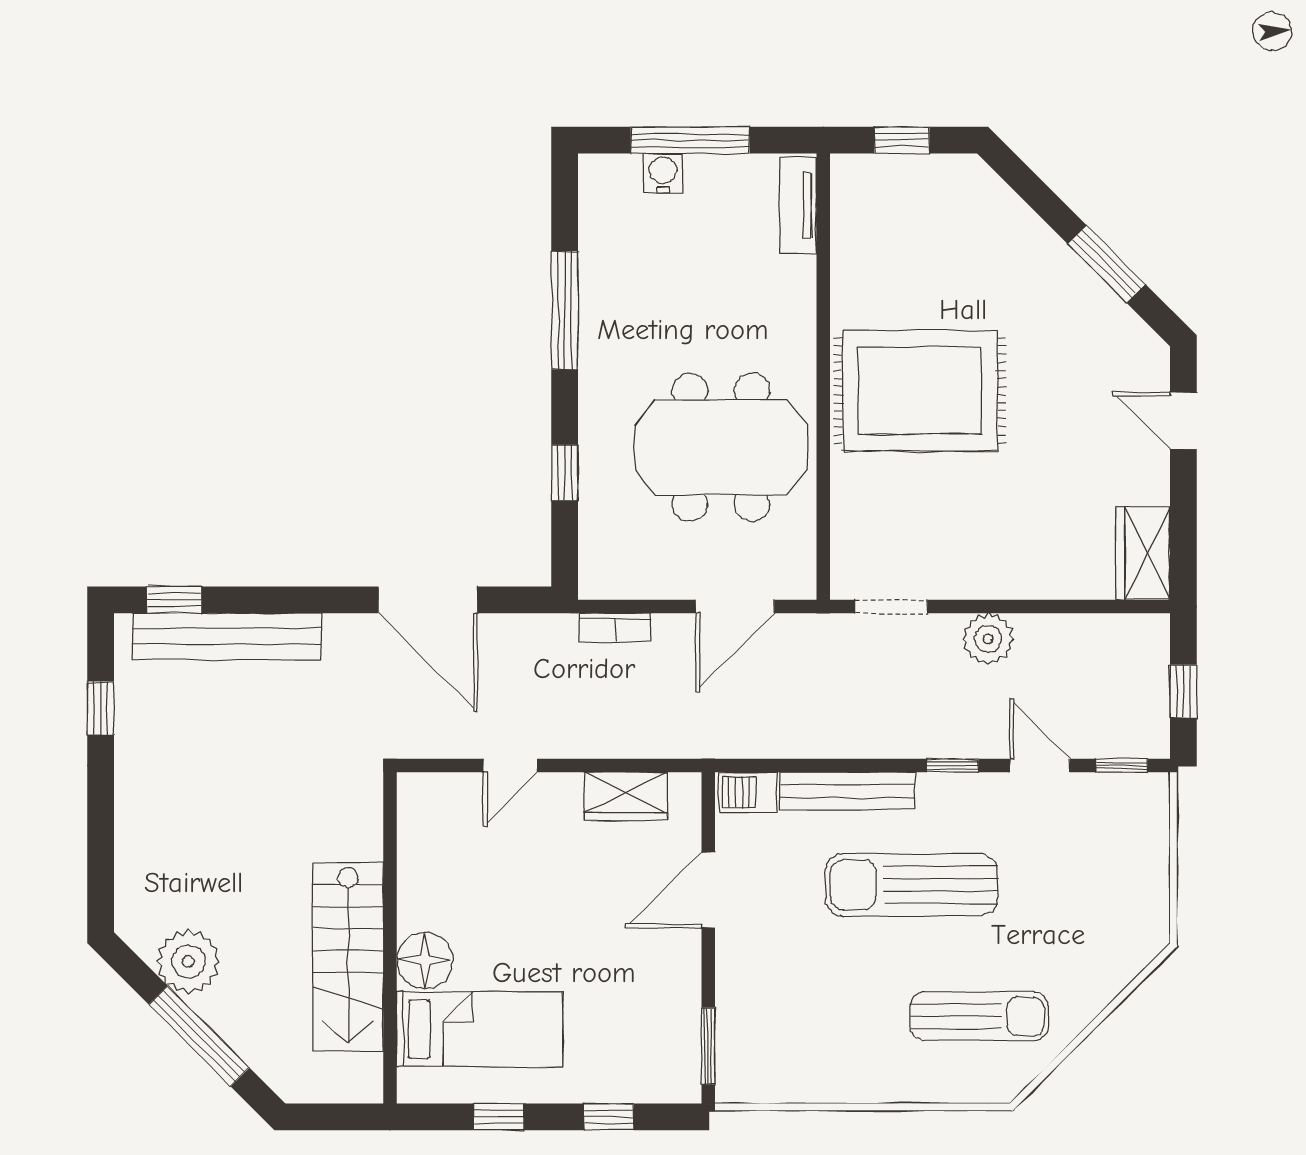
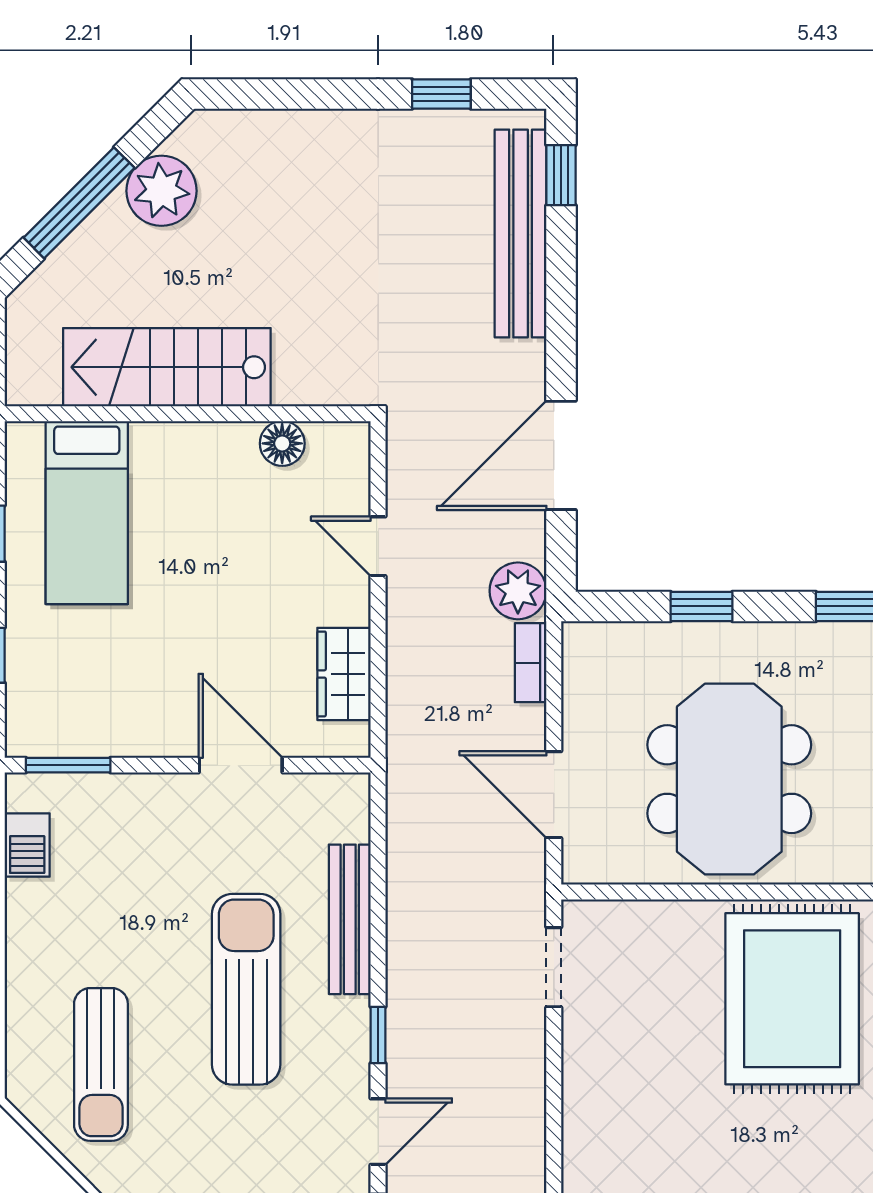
plant: (988, 639) -> (518, 591), moved
barbecue: (748, 792) -> (27, 845), moved, turned 180
floor lamp: (425, 960) -> (282, 443), moved, width x0.73, depth x0.73

